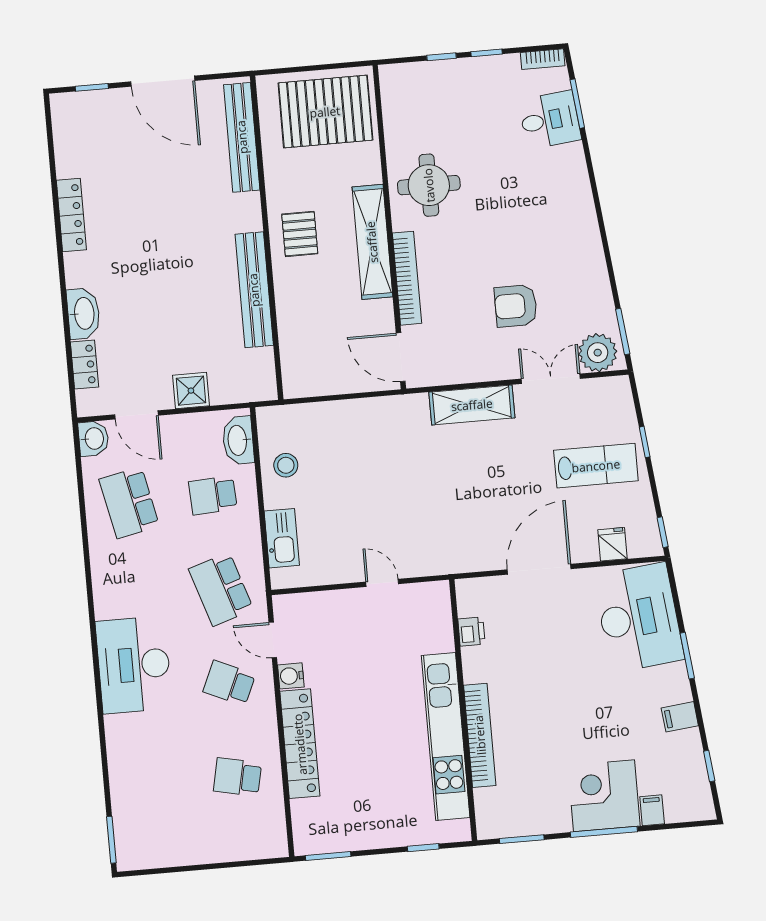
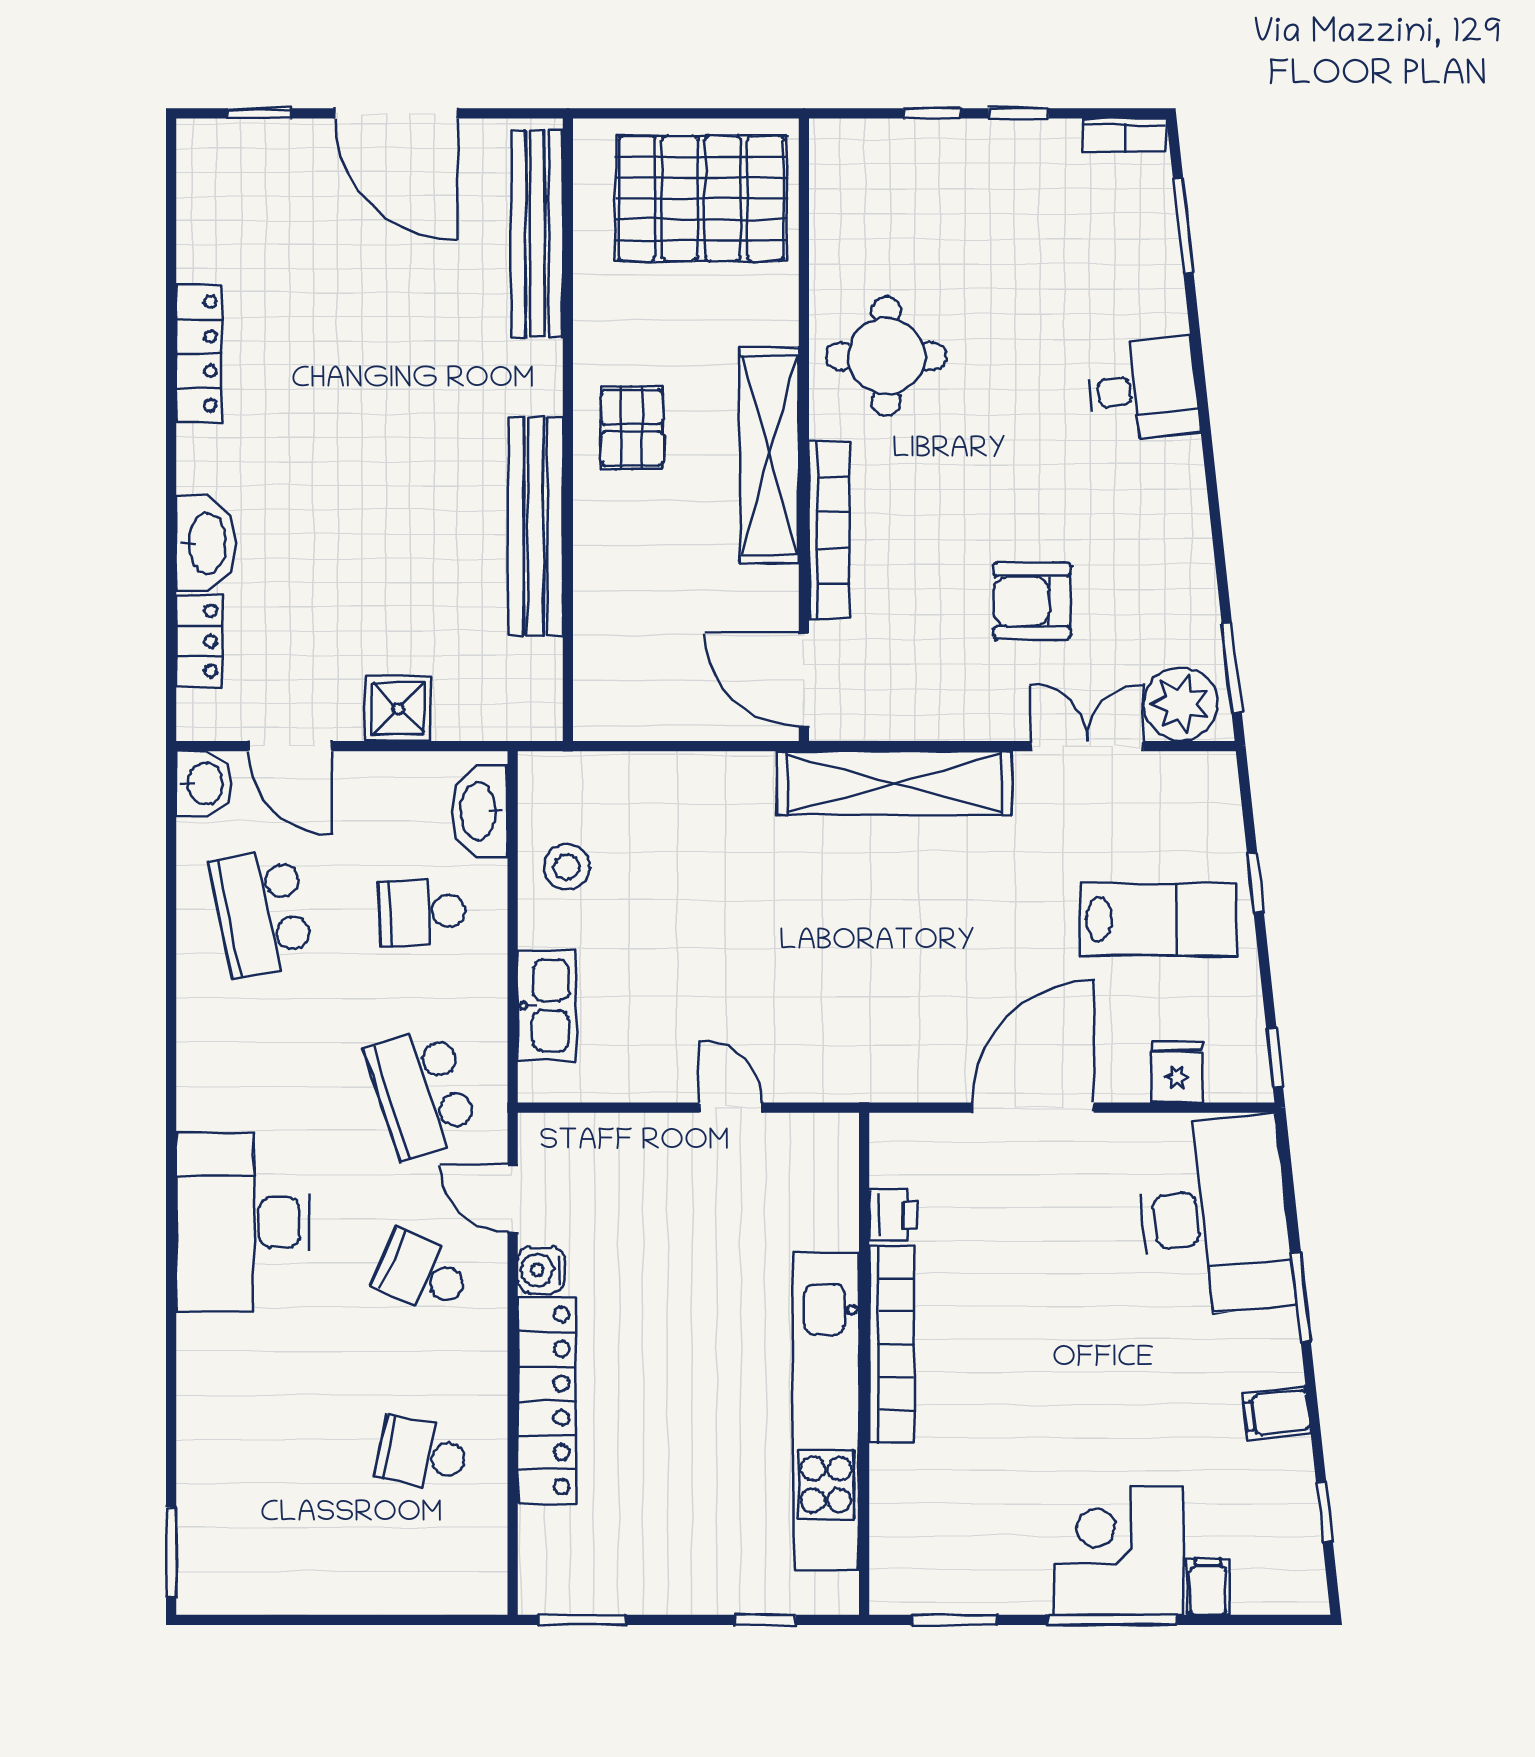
desk: (550, 120) -> (1143, 389), moved
shelving: (472, 405) -> (894, 783), width x1.47
bookcase: (480, 735) -> (892, 1344), moved

